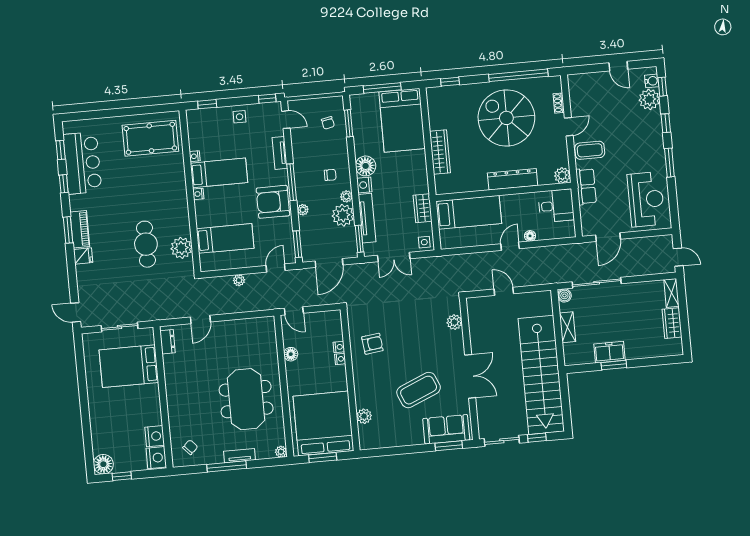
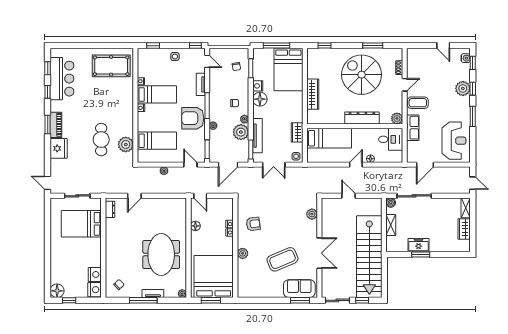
window: (518, 75) -> (373, 46), width x0.47
plant: (649, 99) -> (463, 88), moved
nightstand: (364, 185) -> (258, 86), moved
fridge: (83, 256) -> (59, 148), width x1.88, depth x1.34
door: (276, 268) -> (190, 165), hinge flipped
plant: (364, 416) -> (243, 253), moved

